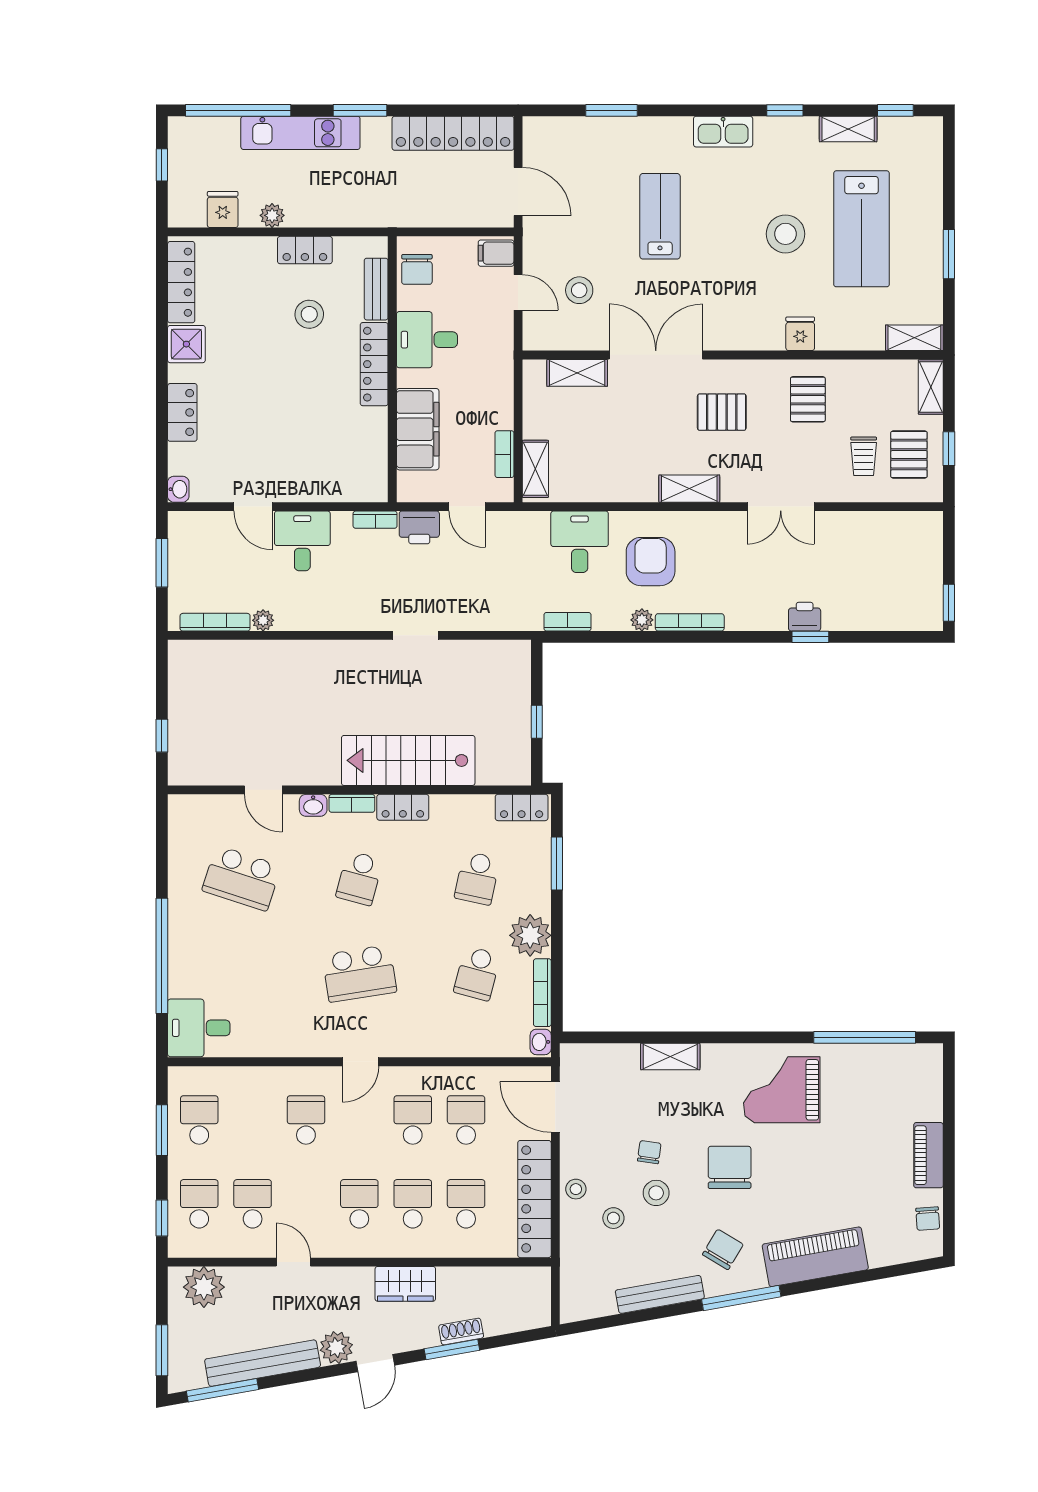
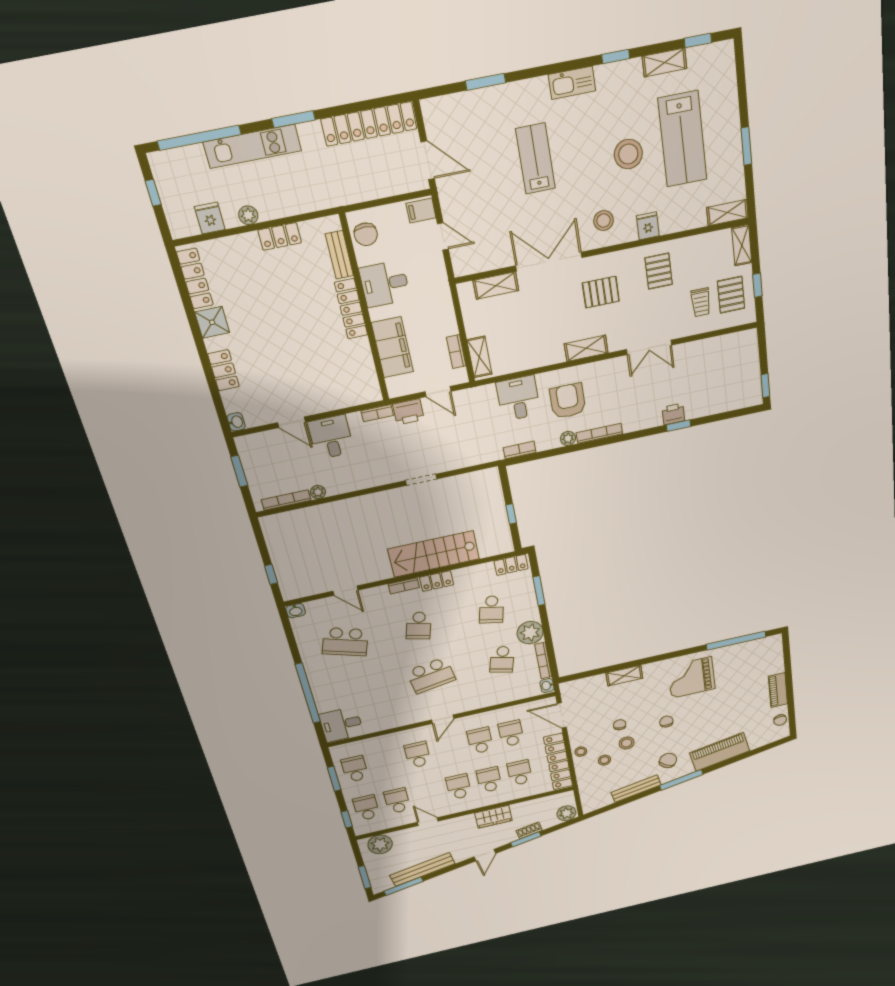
stool: (579, 290) -> (604, 221), moved
stool: (309, 314) -> (295, 283), removed
washbasin: (313, 805) -> (296, 611), moved
chair: (730, 1167) -> (666, 722), width x0.54, depth x0.54
plant: (336, 1348) -> (566, 813), moved

